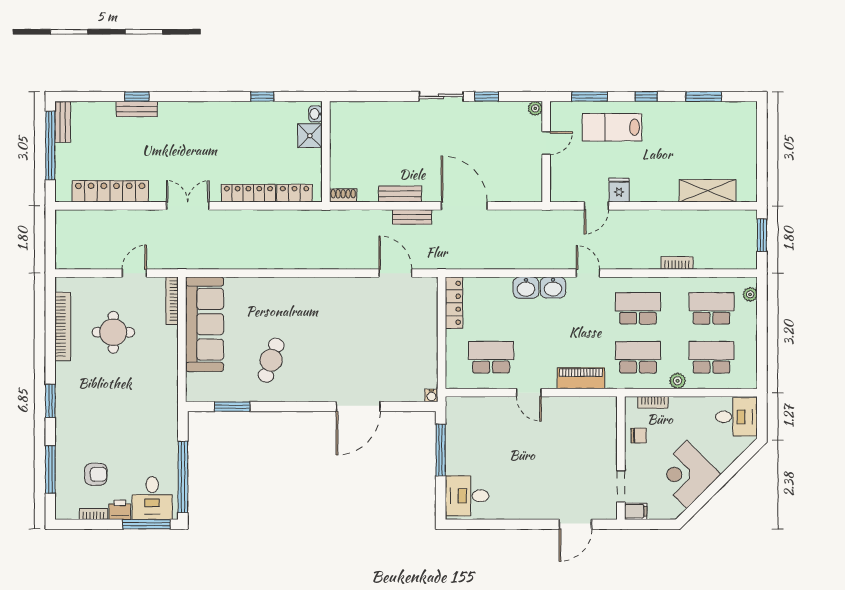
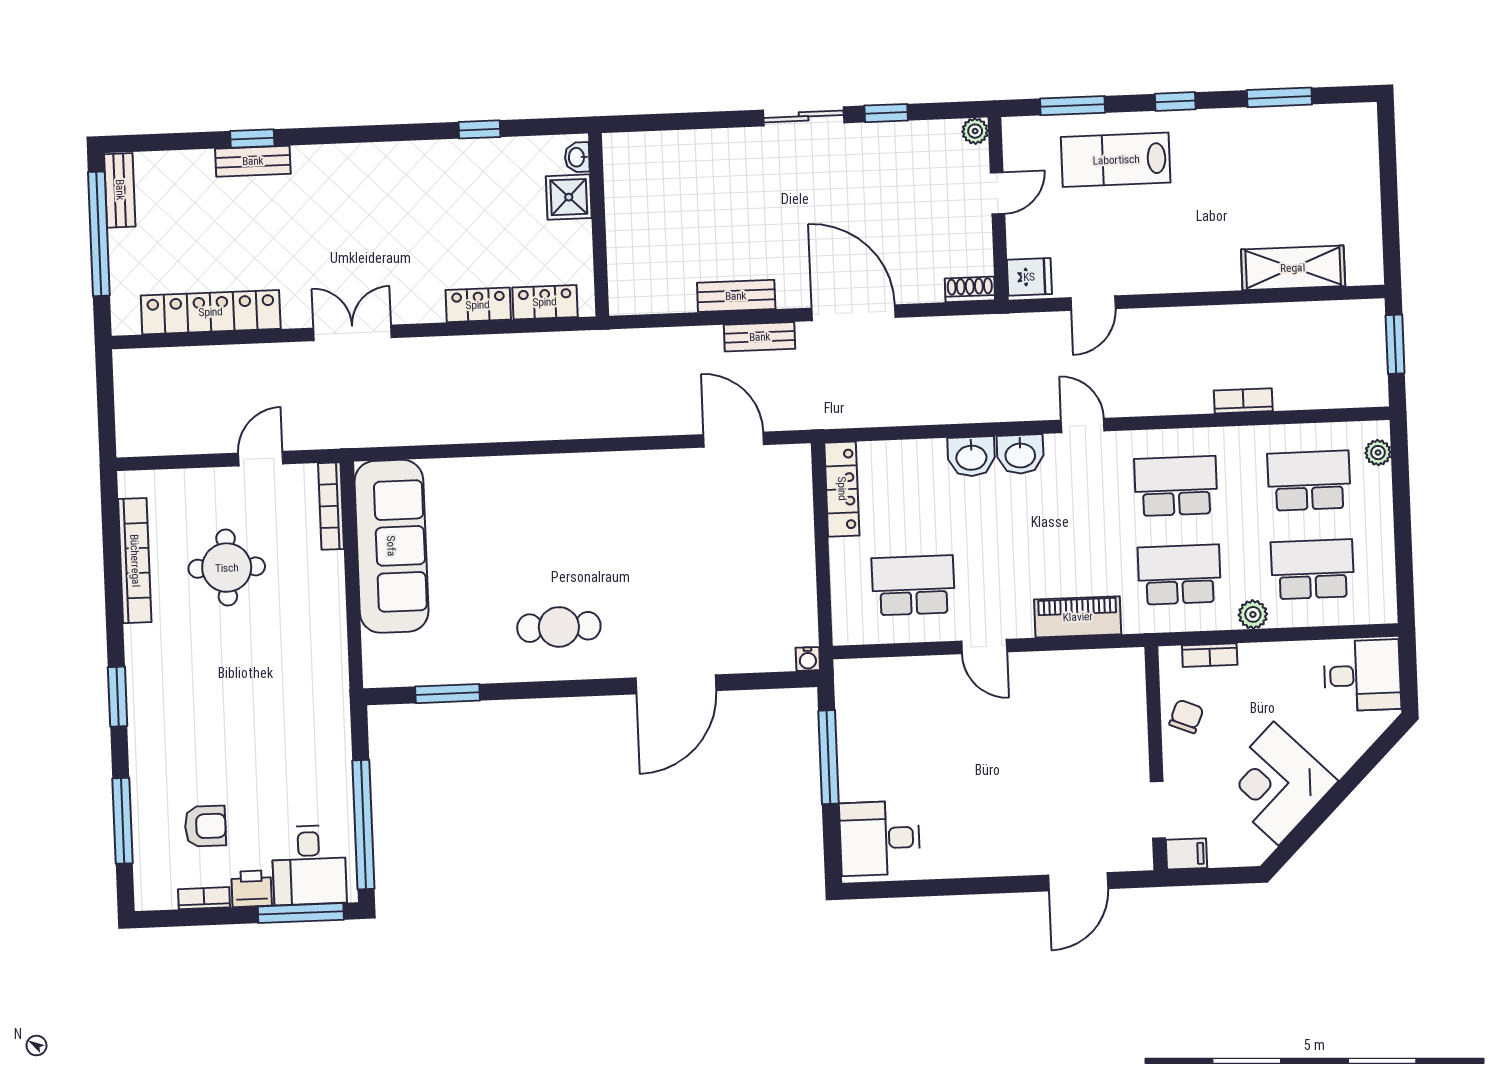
fridge: (619, 190) -> (1029, 277), moved, turned 90
locker: (248, 193) -> (478, 305), width x0.66
shoe rack: (343, 195) -> (970, 289), moved
cafe table: (271, 360) -> (559, 627), moved, turned 71
chair: (639, 436) -> (1186, 716), turned -68

